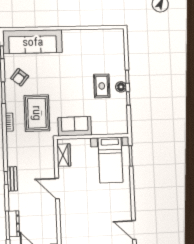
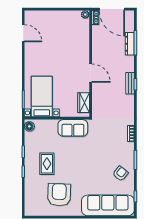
armchair: (87, 52) -> (59, 195), added
floor lamp: (121, 87) -> (29, 126), moved
rug: (37, 113) -> (106, 141), removed

